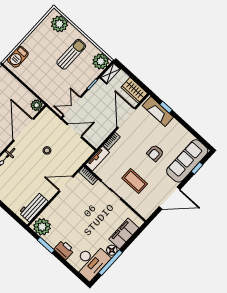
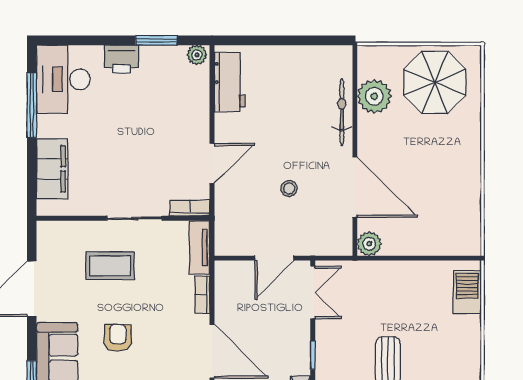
plant: (42, 227) -> (197, 55), width x0.53, depth x0.53
floor lamp: (112, 250) -> (47, 126), removed

